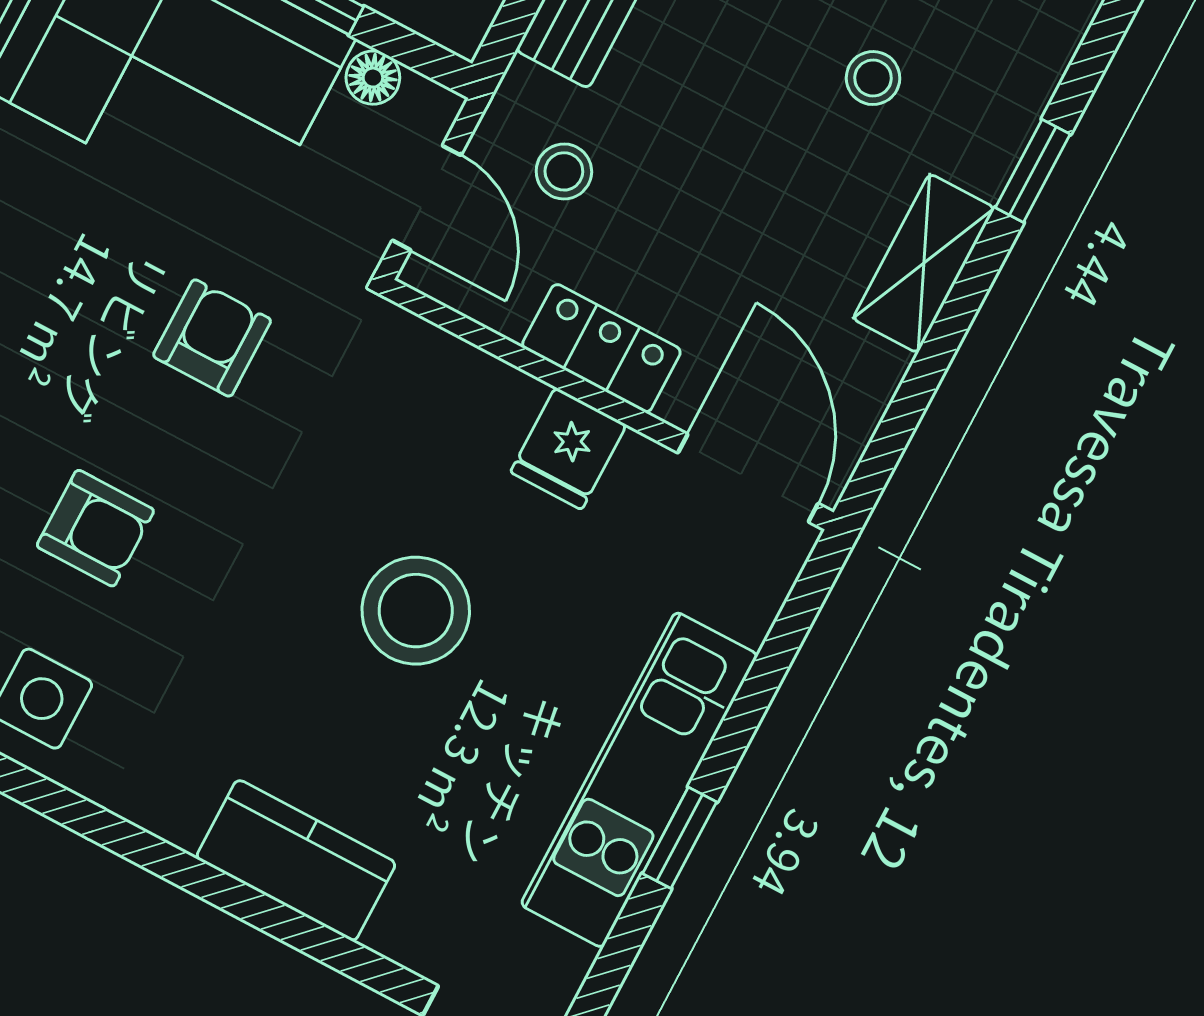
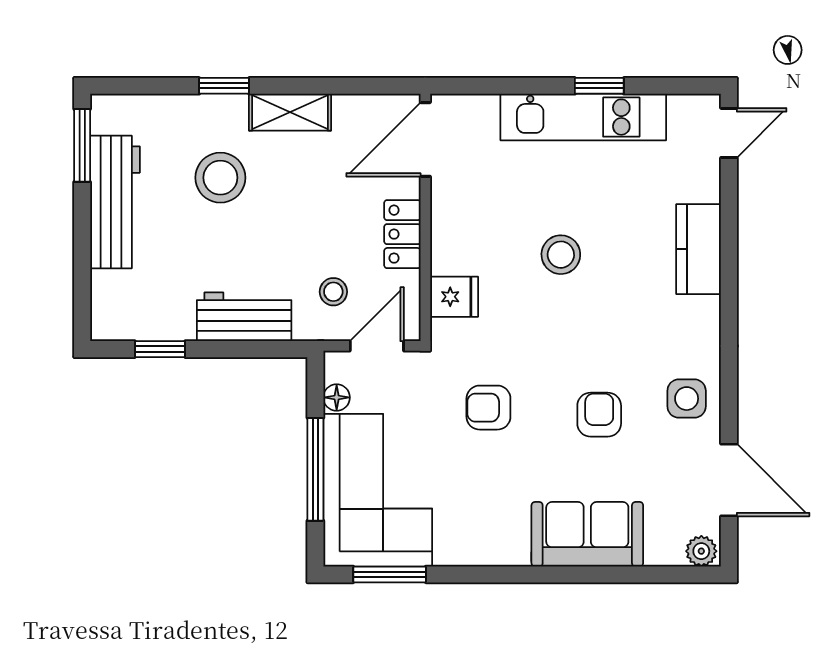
stool: (873, 78) -> (220, 178), width x1.89, depth x1.89
fridge: (568, 448) -> (454, 297), moved
stool: (416, 611) -> (561, 255), width x0.73, depth x0.73

